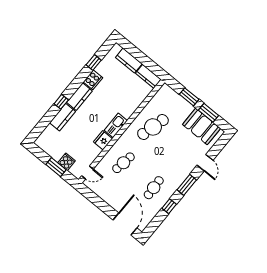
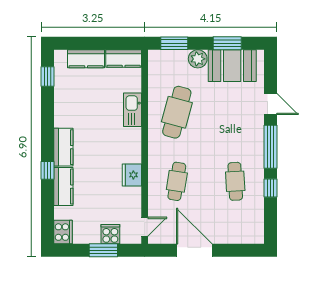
window: (94, 62) -> (47, 76), moved
cooker: (93, 80) -> (63, 232), moved
window: (189, 97) -> (174, 43), moved
plant: (187, 108) -> (198, 59), added
kitchen sink: (116, 125) -> (133, 110), moved
window: (187, 185) -> (271, 147), width x1.44
door: (125, 224) -> (194, 250), moved

